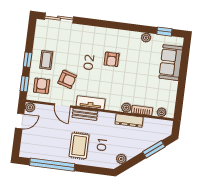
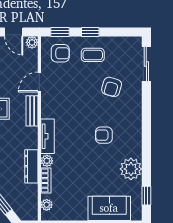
plant: (146, 38) -> (131, 169), width x1.87, depth x1.87
armchair: (67, 79) -> (112, 87), moved
tv unit: (91, 103) -> (47, 136), moved

